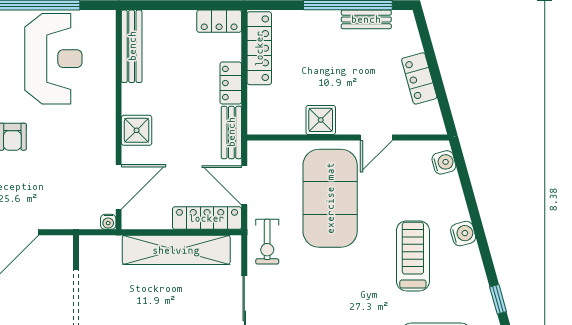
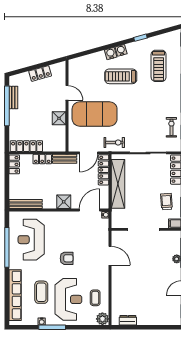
reception desk: (53, 59) -> (31, 240), turned -90
water cooler: (444, 162) -> (121, 50), moved
door: (119, 187) -> (89, 210), hinge flipped

